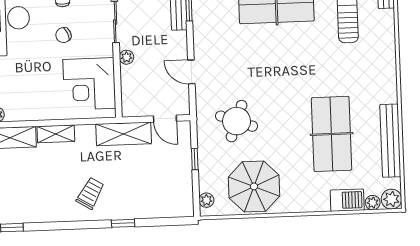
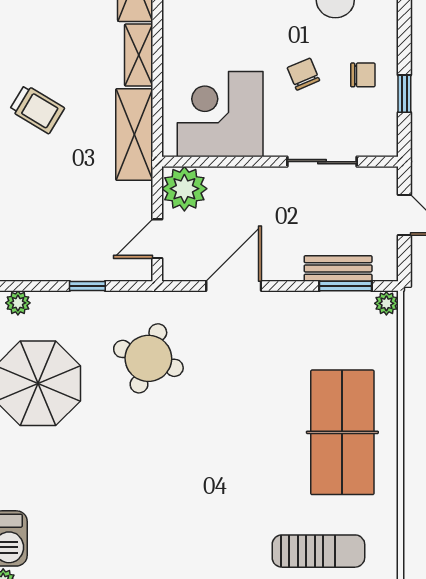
plant: (126, 57) -> (184, 189), moved, width x1.88, depth x1.88
door: (191, 72) -> (234, 286), width x1.38
shelving: (124, 134) -> (134, 135), moved
table tennis table: (332, 134) -> (121, 517), removed

